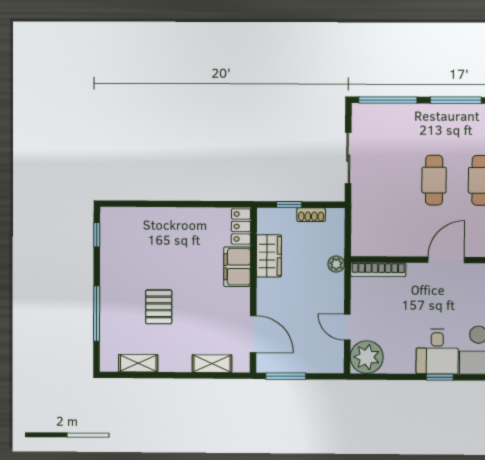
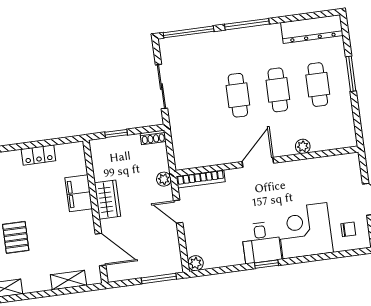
shoe rack: (311, 215) -> (153, 137), moved
locker: (241, 226) -> (38, 155), moved, turned -90
wardrobe: (269, 256) -> (107, 200), moved
door: (347, 327) -> (178, 212), moved
plant: (367, 357) -> (195, 263), width x0.53, depth x0.53
window: (286, 376) -> (159, 279), moved

